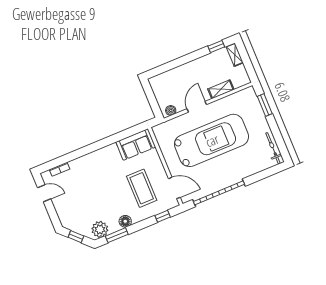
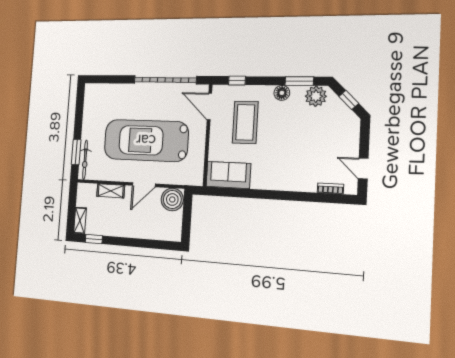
boiler: (171, 110) -> (172, 199), width x1.86, depth x1.86
bicycle: (273, 148) -> (85, 160), moved

